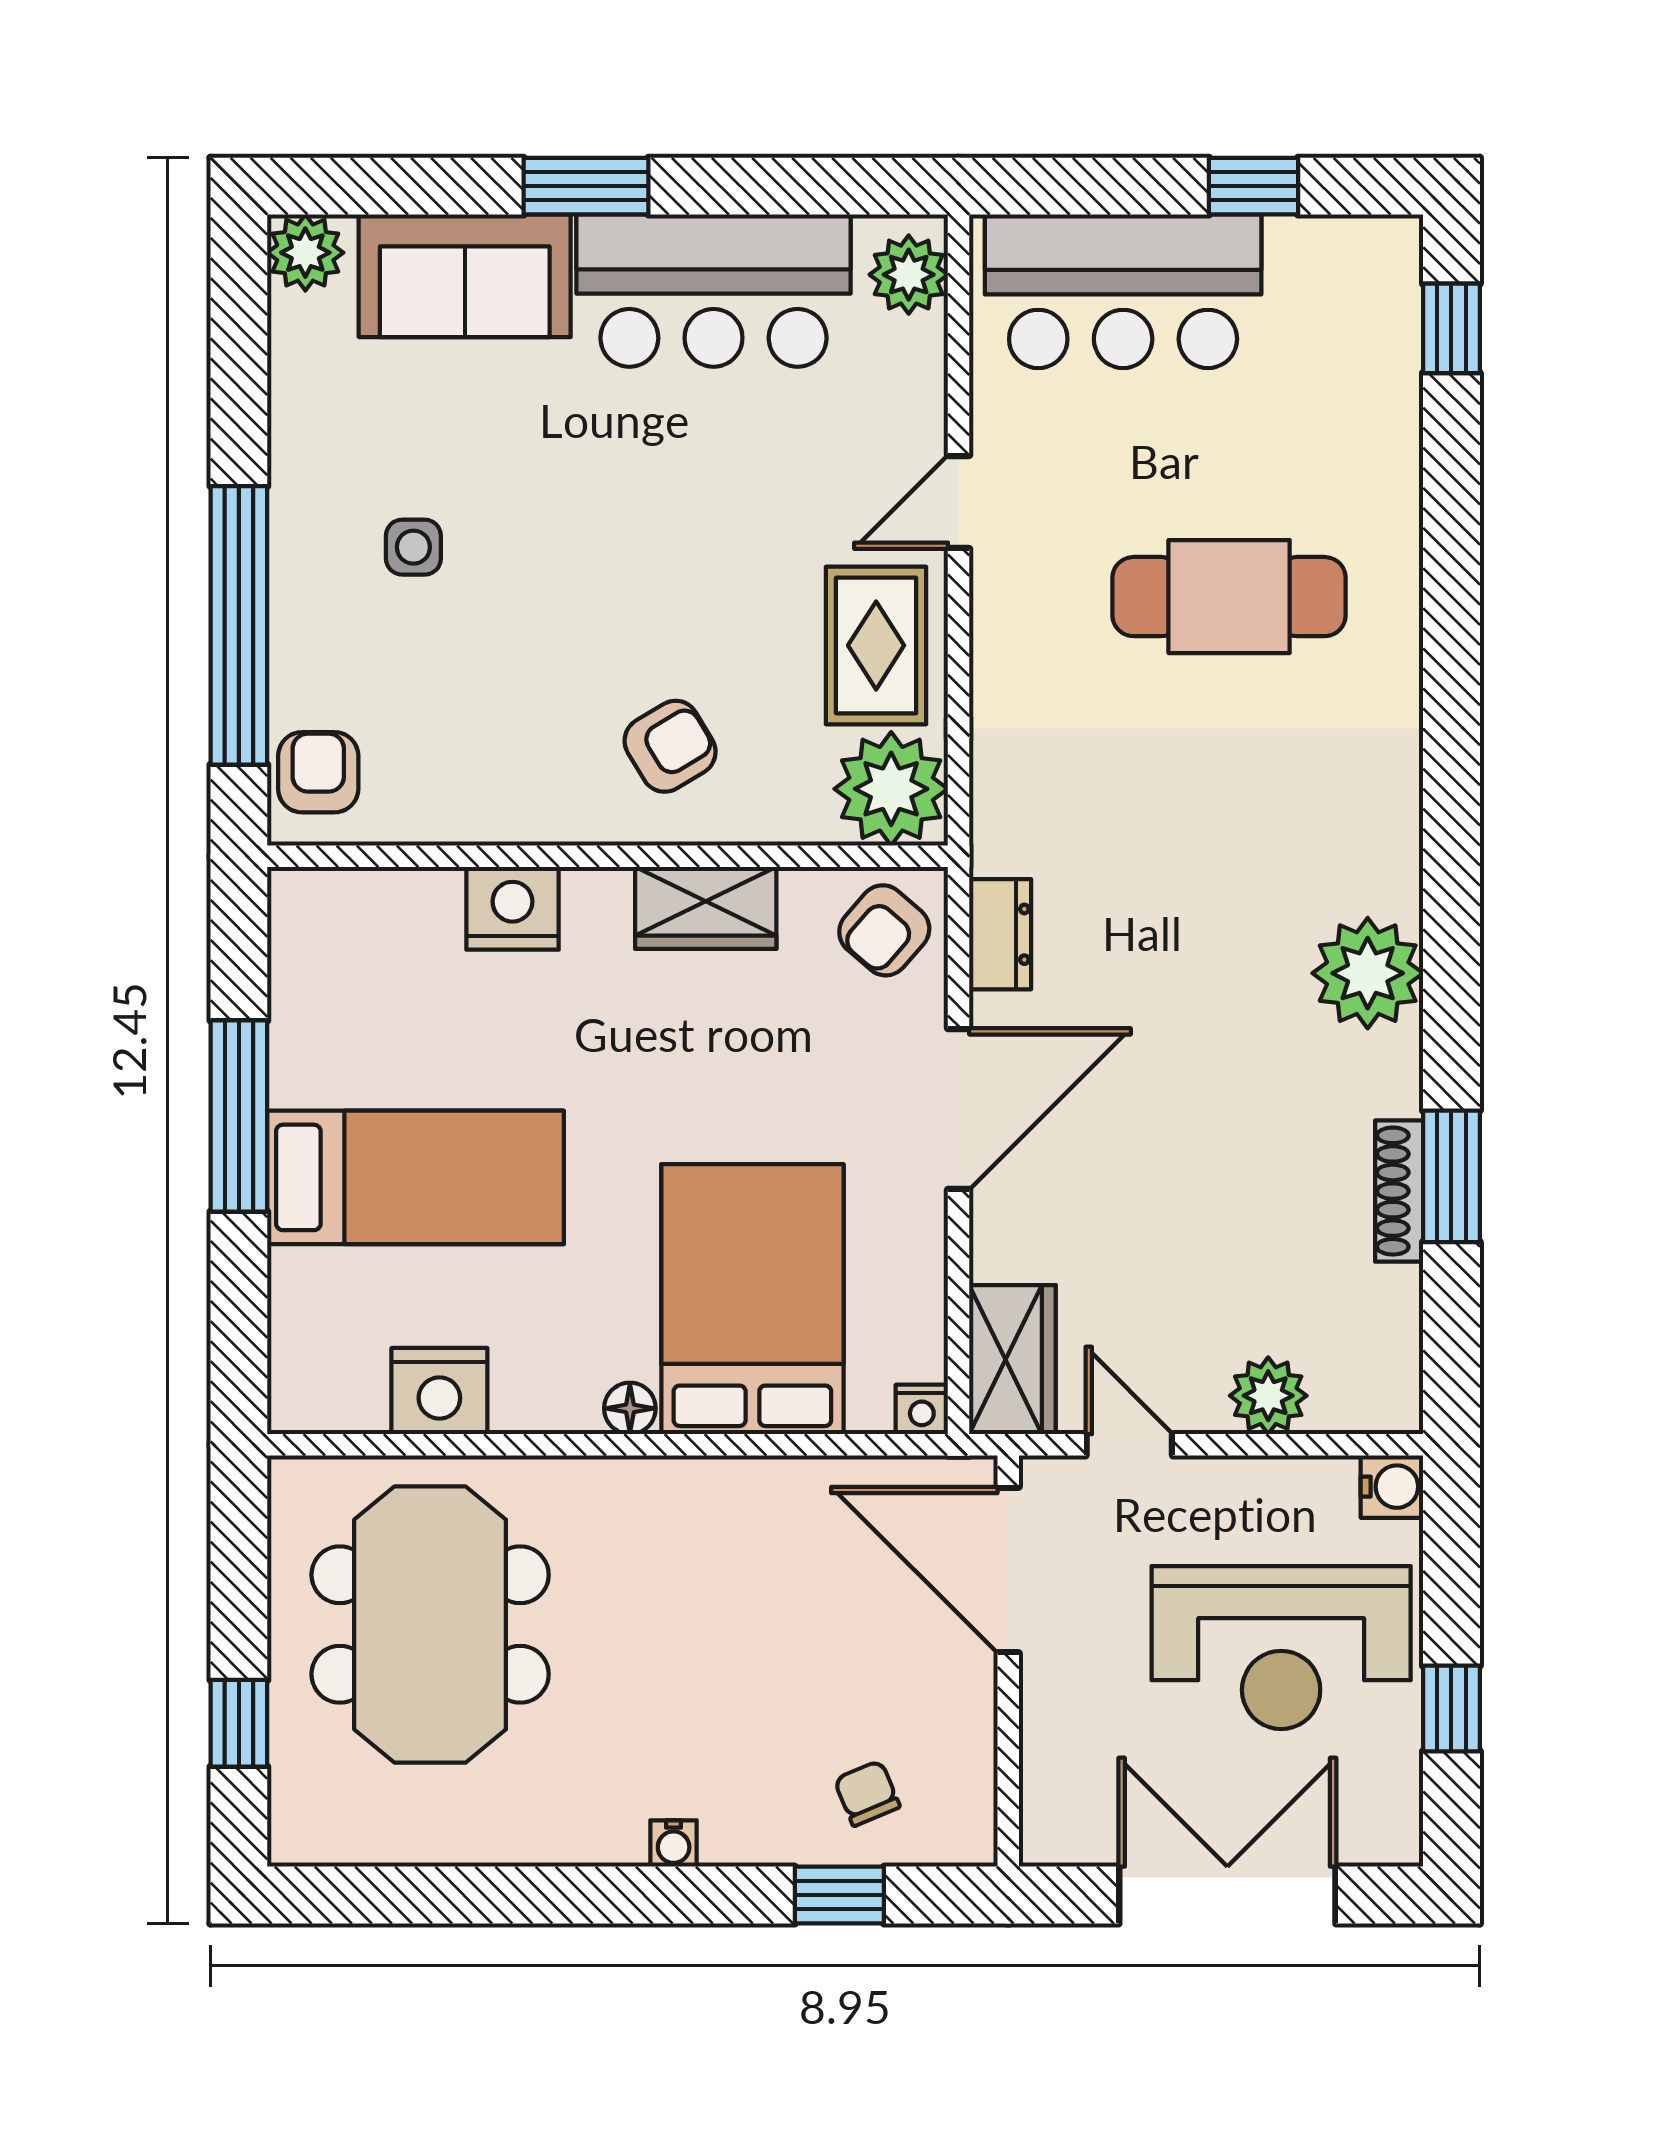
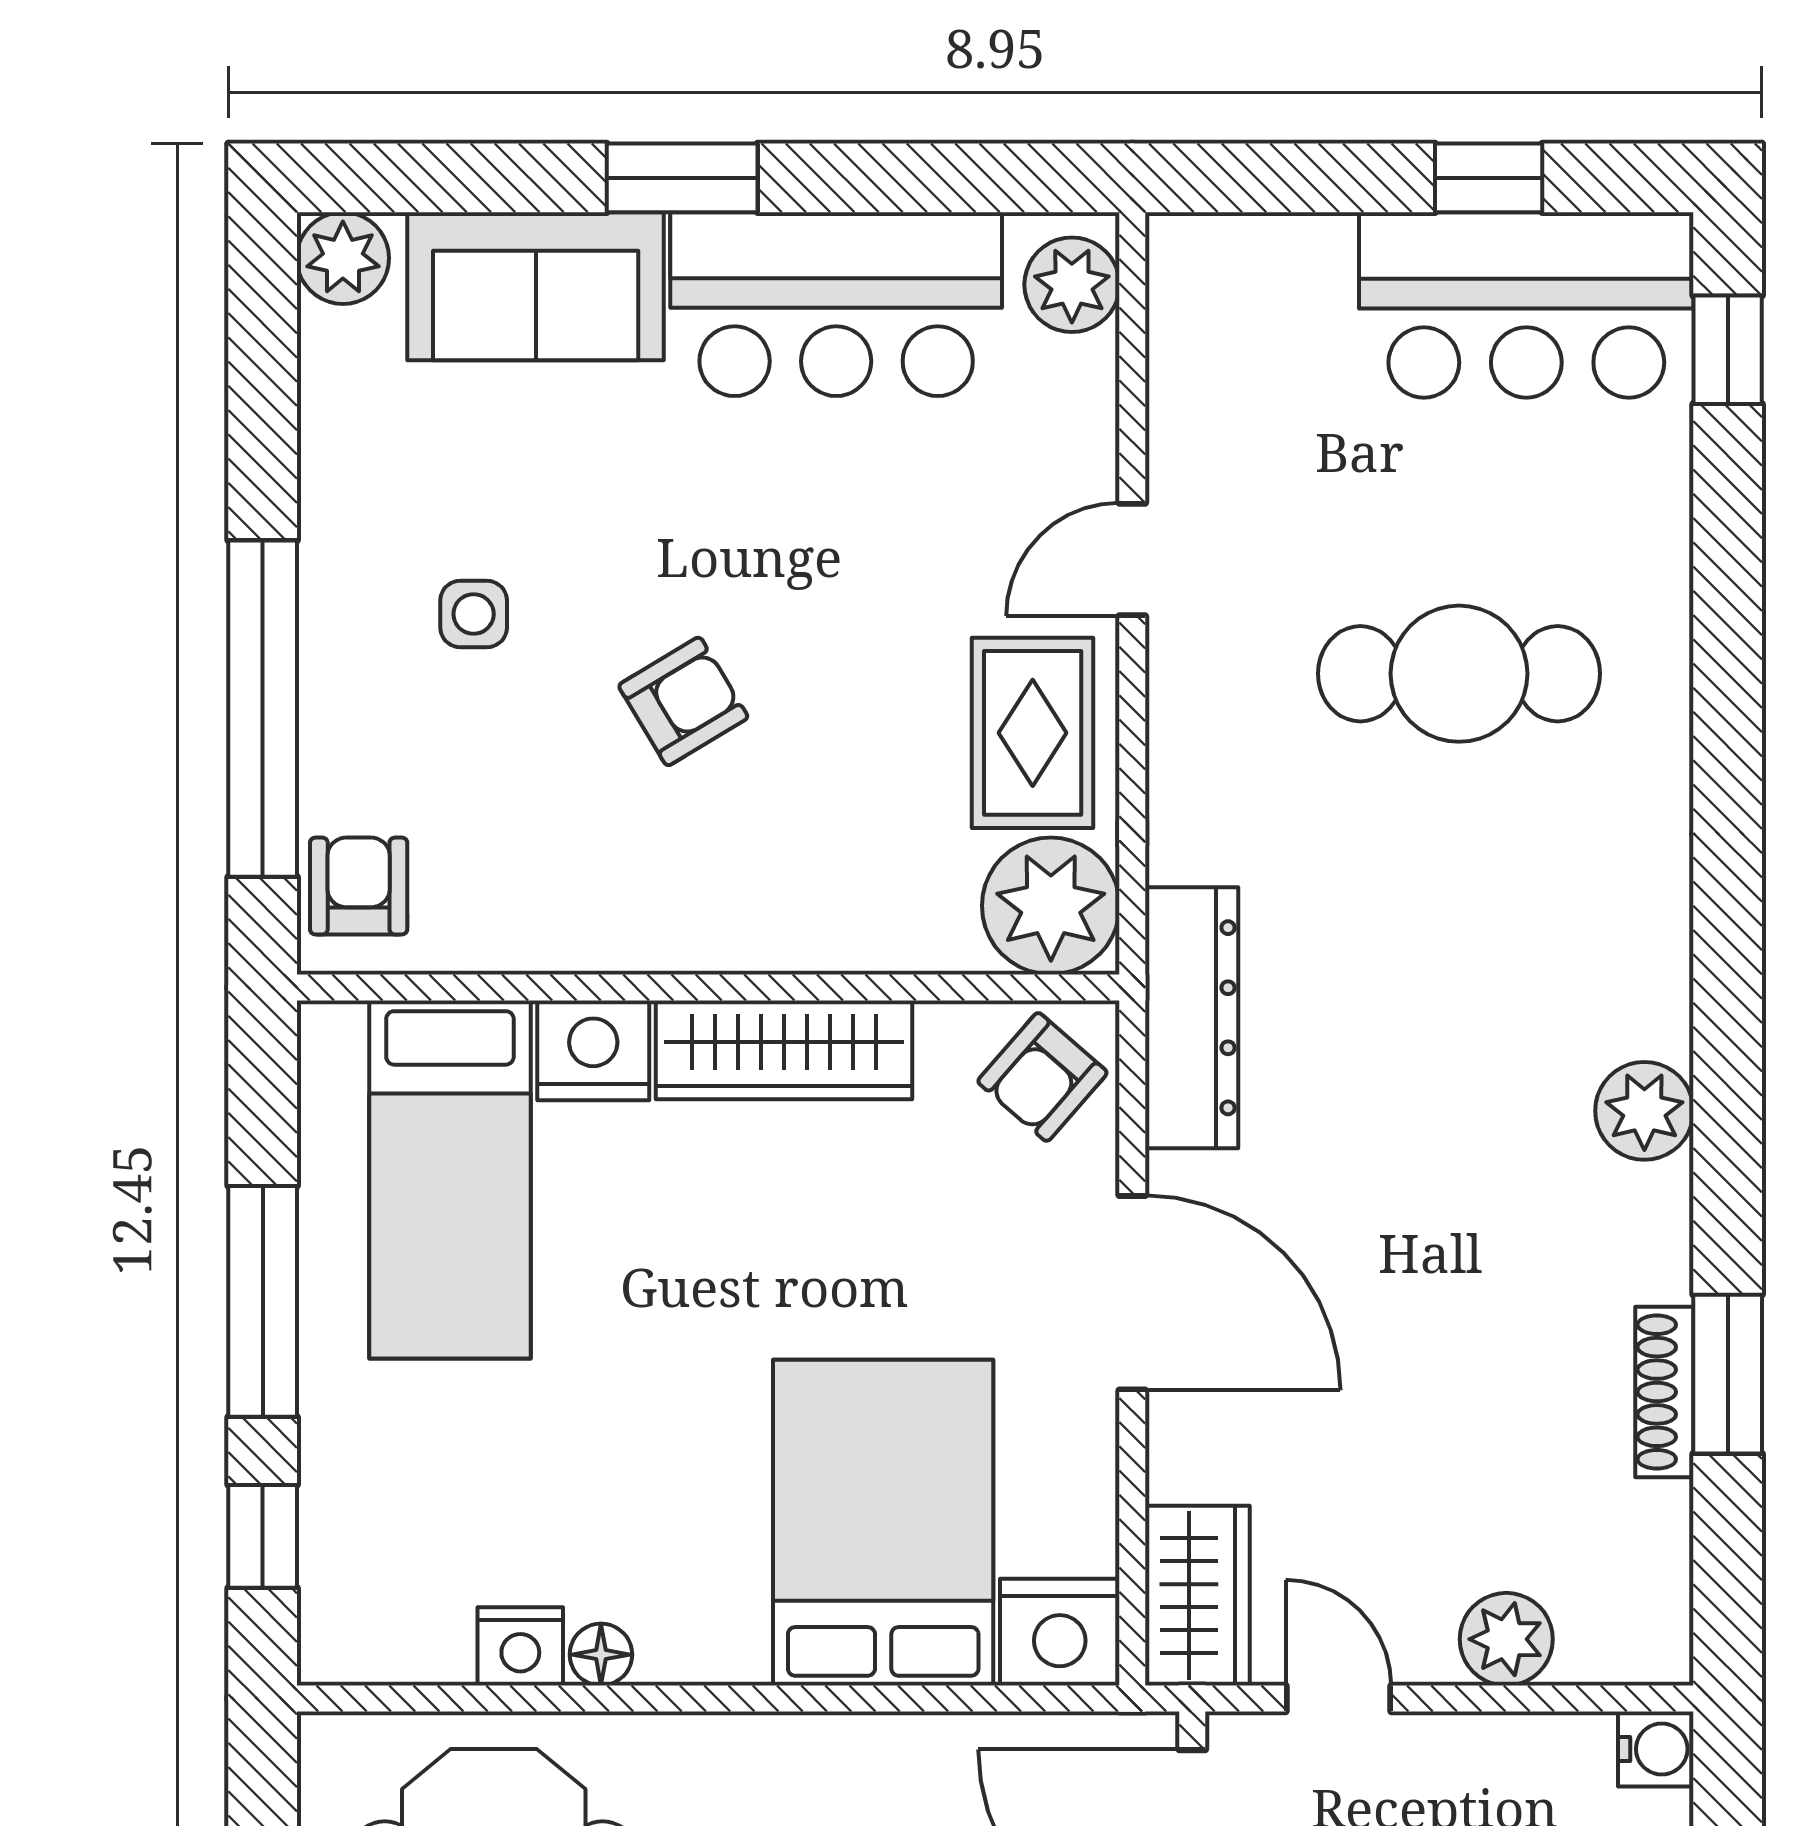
bar counter: (1123, 291) -> (1526, 305), moved
armchair: (670, 746) -> (683, 701), moved
wardrobe: (706, 908) -> (784, 1050), width x1.50
dresser: (1000, 934) -> (1192, 1018), width x1.96, depth x1.24
plant: (1368, 973) -> (1644, 1111), width x0.73, depth x0.73
door: (959, 1109) -> (1132, 1293), hinge flipped
bed: (416, 1177) -> (450, 1179), moved, turned 90
window: (239, 1311) -> (263, 1536), added
nightstand: (439, 1391) -> (520, 1646), width x0.74, depth x0.75
floor lamp: (630, 1408) -> (601, 1655), moved
nightstand: (922, 1409) -> (1060, 1632), width x1.89, depth x1.79

